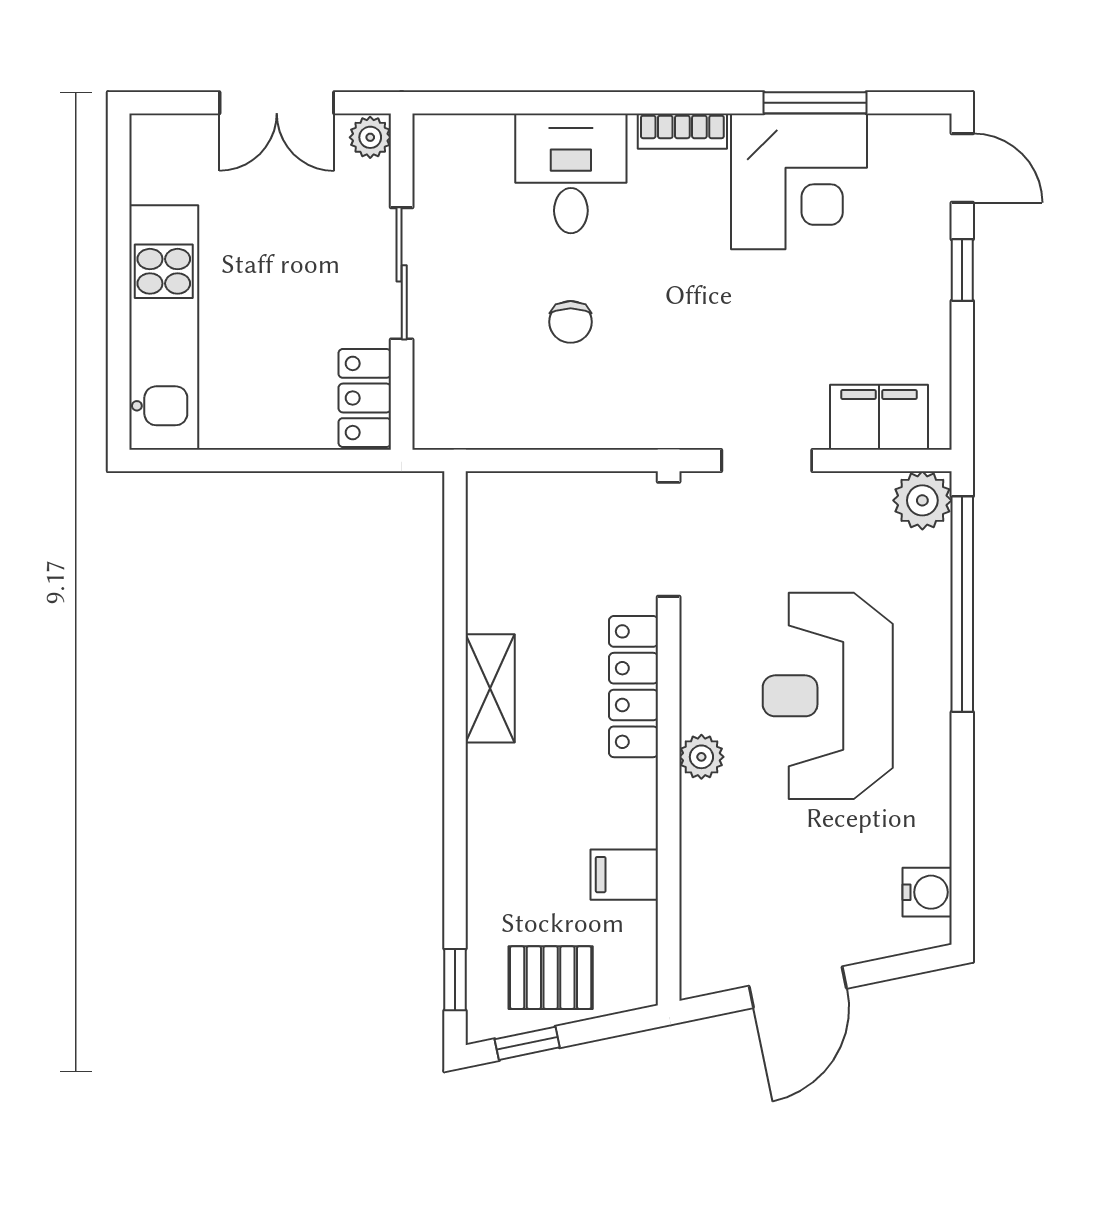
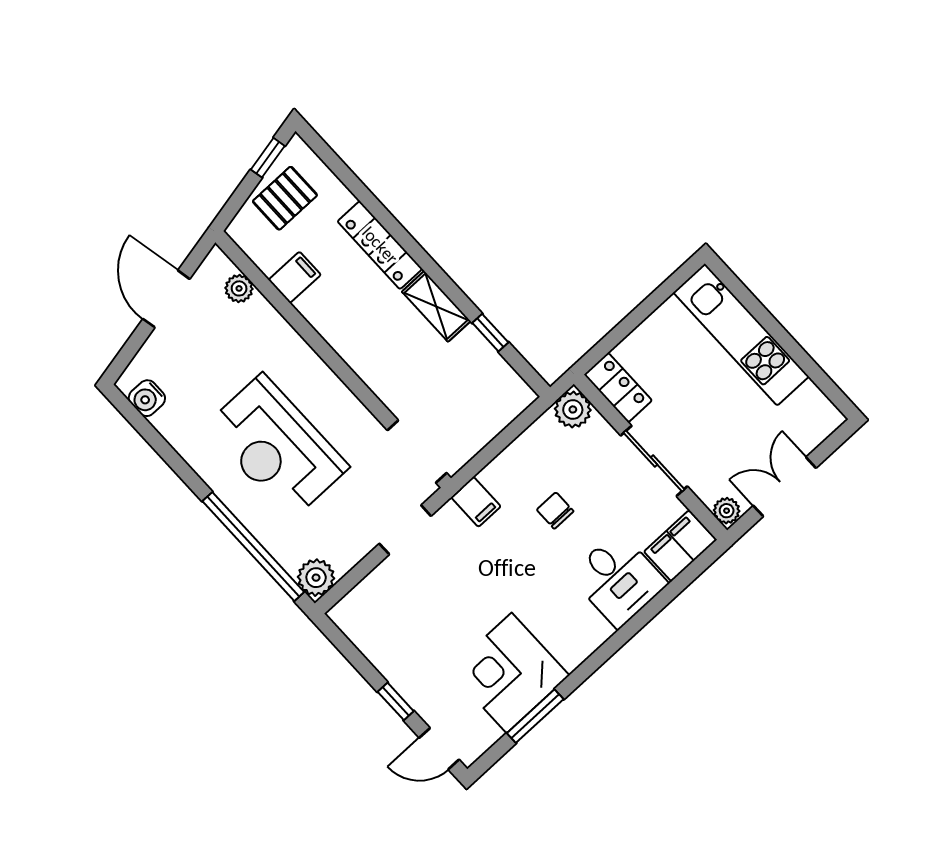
bookcase: (682, 131) -> (585, 646), removed
filing cabinet: (462, 146) -> (680, 546), added
filing cabinet: (879, 417) -> (476, 502), moved, width x0.50
plant: (441, 421) -> (573, 409), added
locker: (634, 687) -> (380, 245), moved, turned 180
reception desk: (828, 696) -> (277, 447), turned 180
plant: (701, 757) -> (239, 288), moved
window: (455, 980) -> (490, 333), moved

